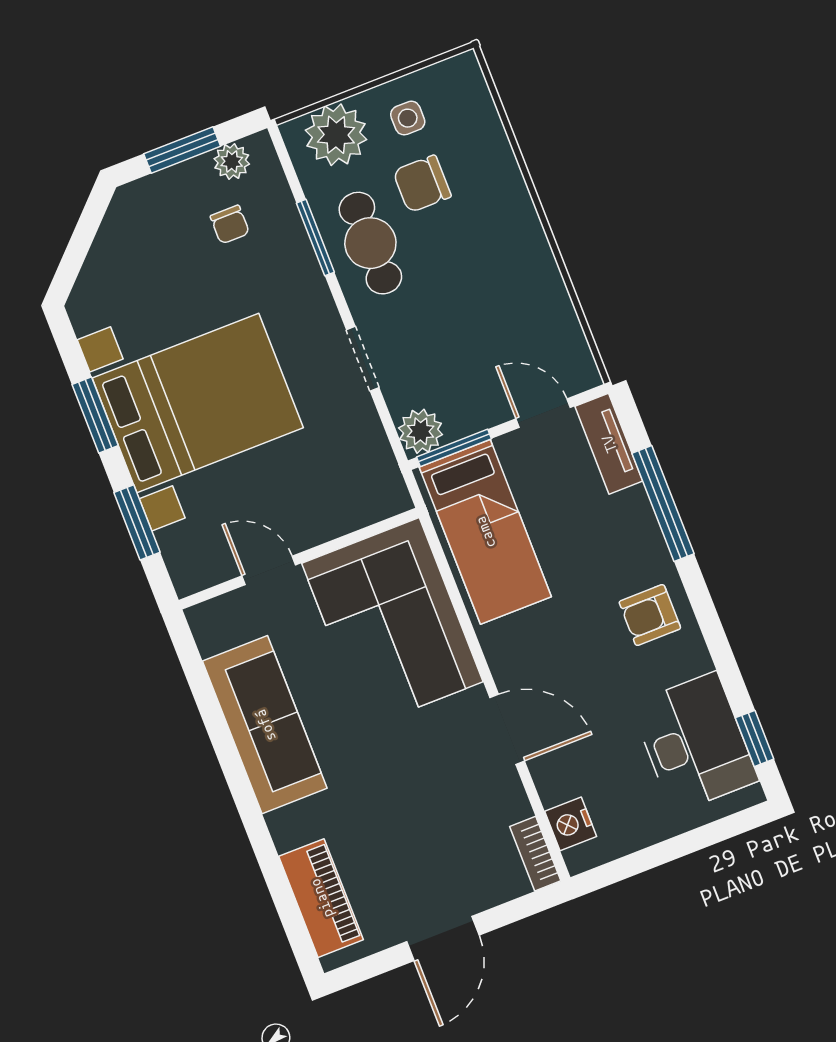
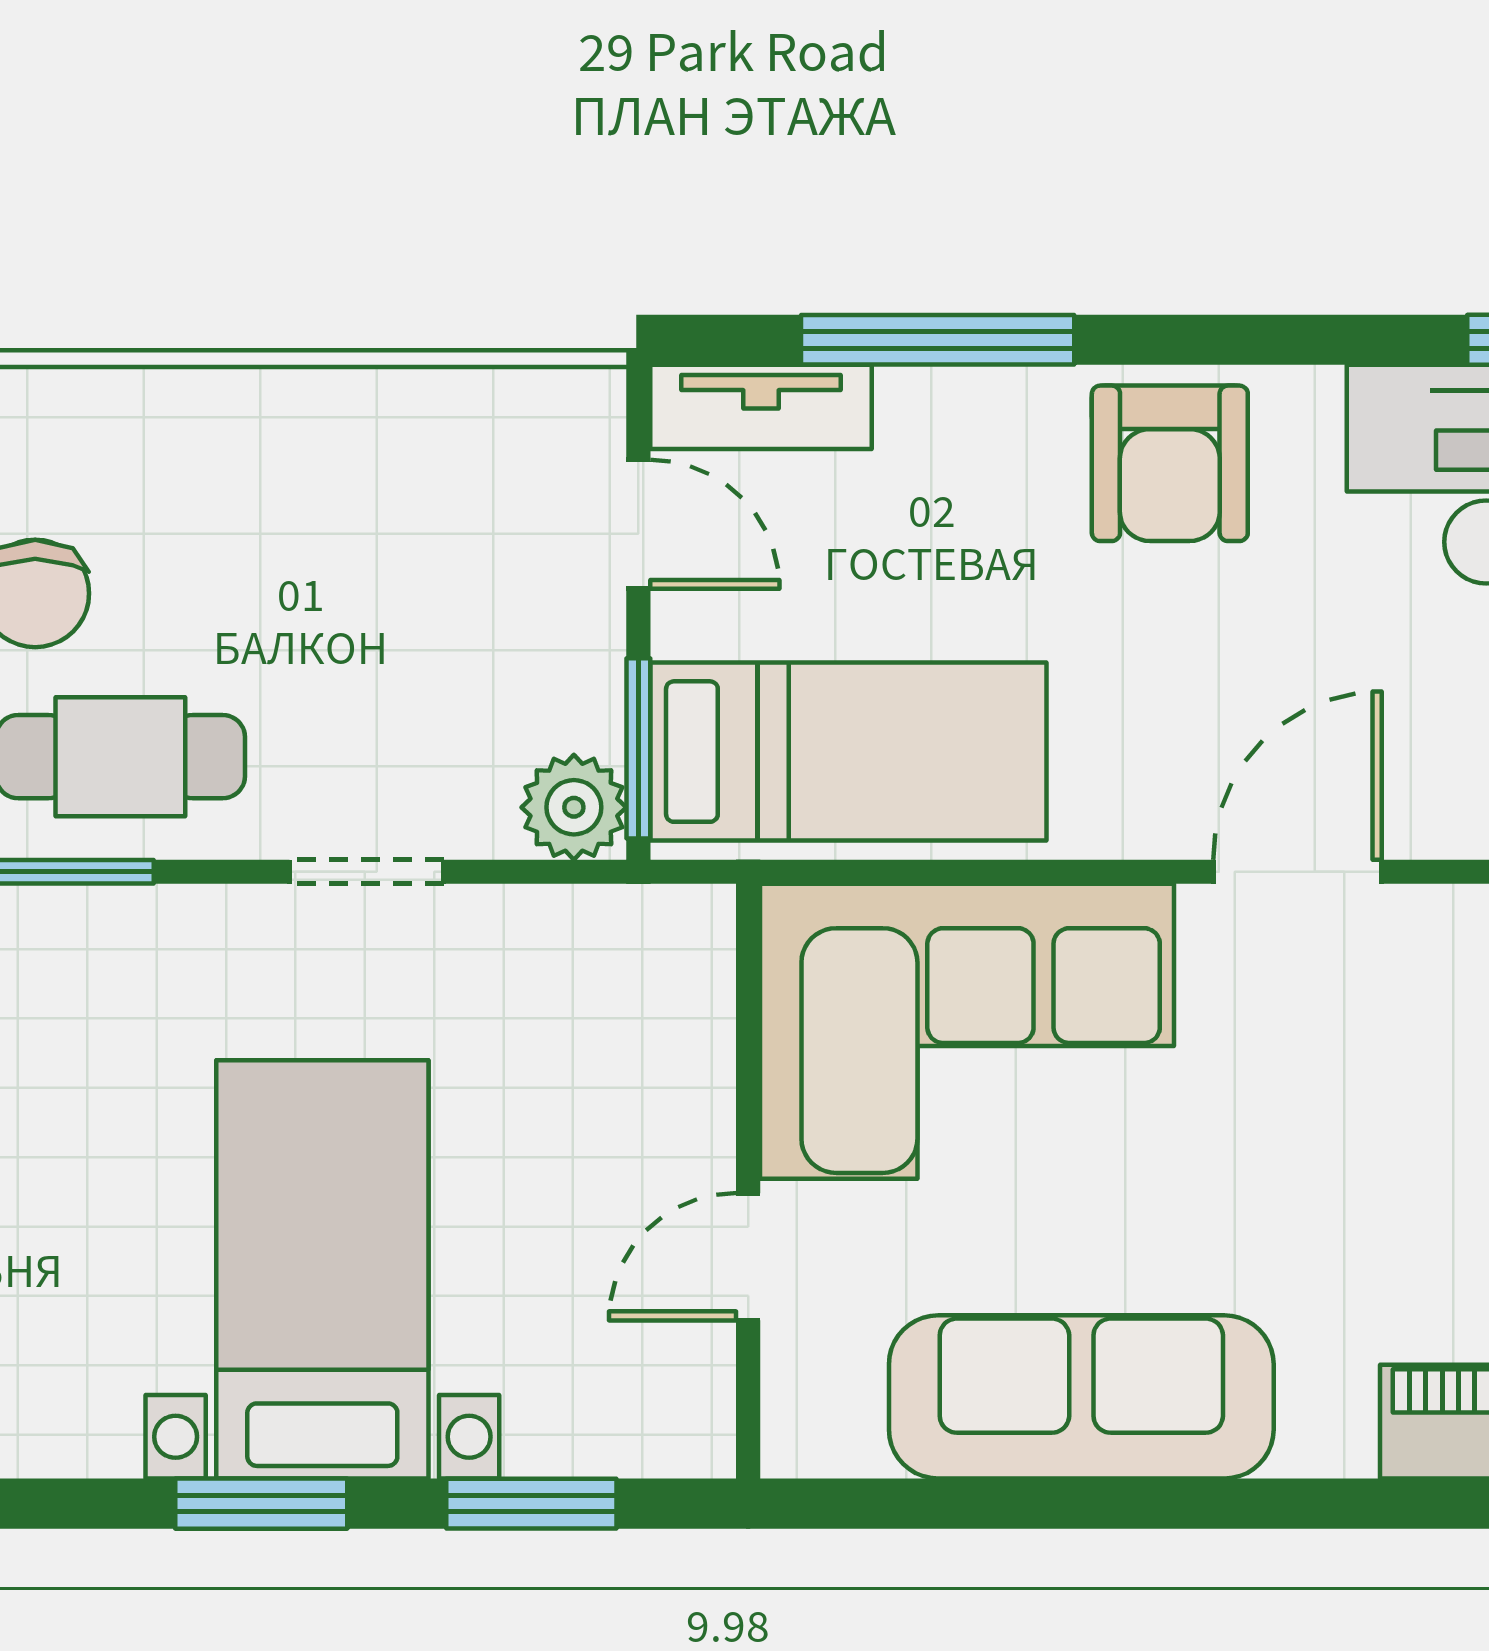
bed with nightstands: (198, 403) -> (322, 1269), width x0.73
door: (543, 413) -> (638, 524), swing flipped
armchair: (650, 615) -> (1170, 463), width x1.38, depth x1.38

